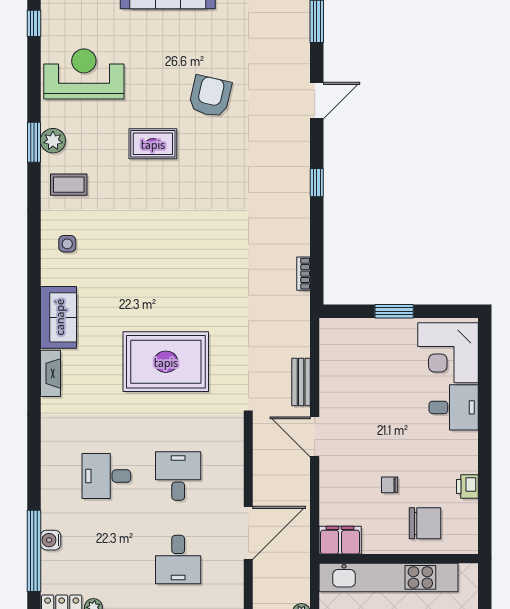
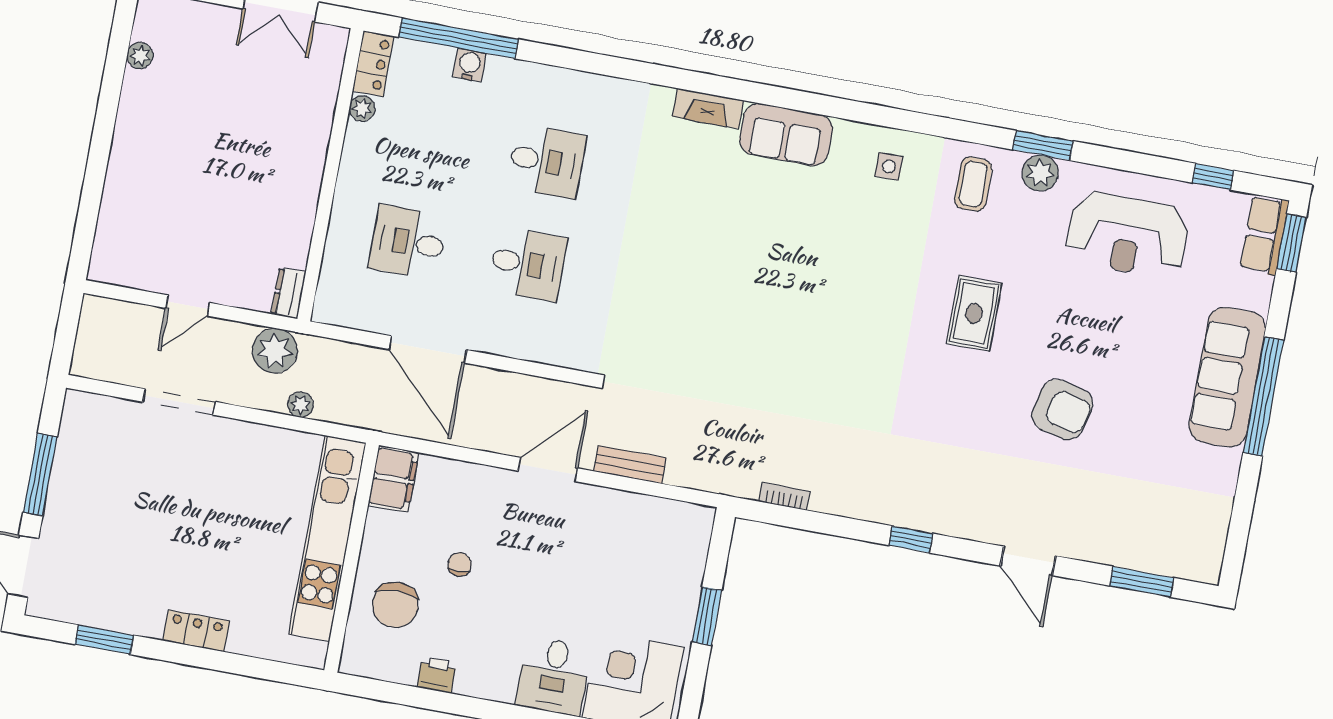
reception desk: (84, 74) -> (1127, 235), turned 90
rug: (153, 144) -> (974, 313), moved
rug: (166, 362) -> (694, 276), removed
desk: (106, 476) -> (547, 161), turned 90

